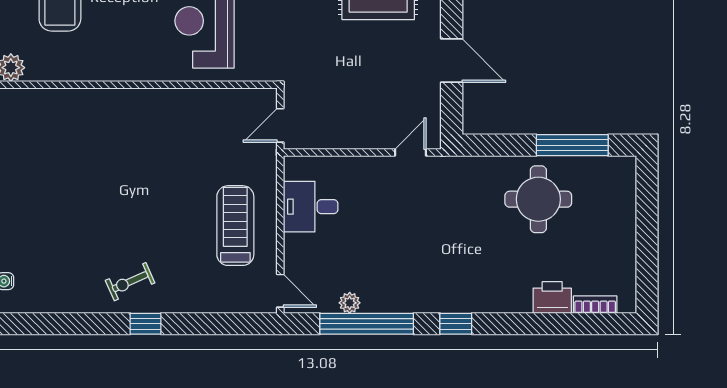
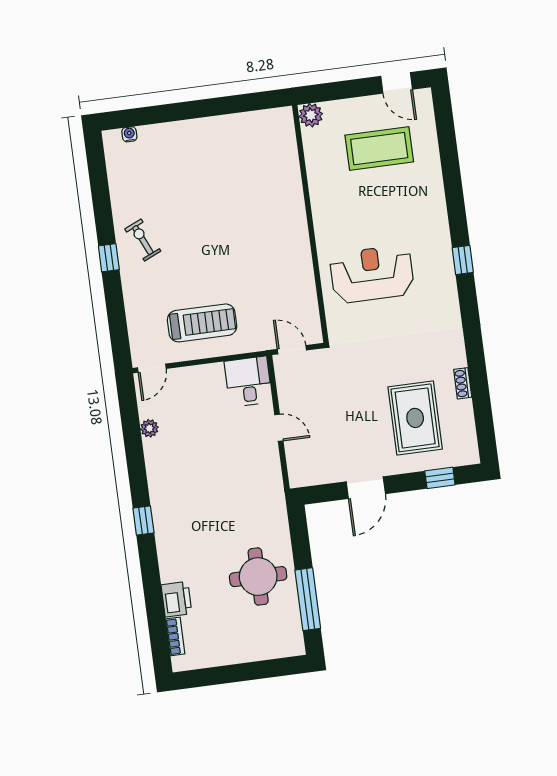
door: (411, 152) -> (279, 428), moved
desk: (311, 207) -> (248, 382), moved
window: (367, 324) -> (134, 445), removed

